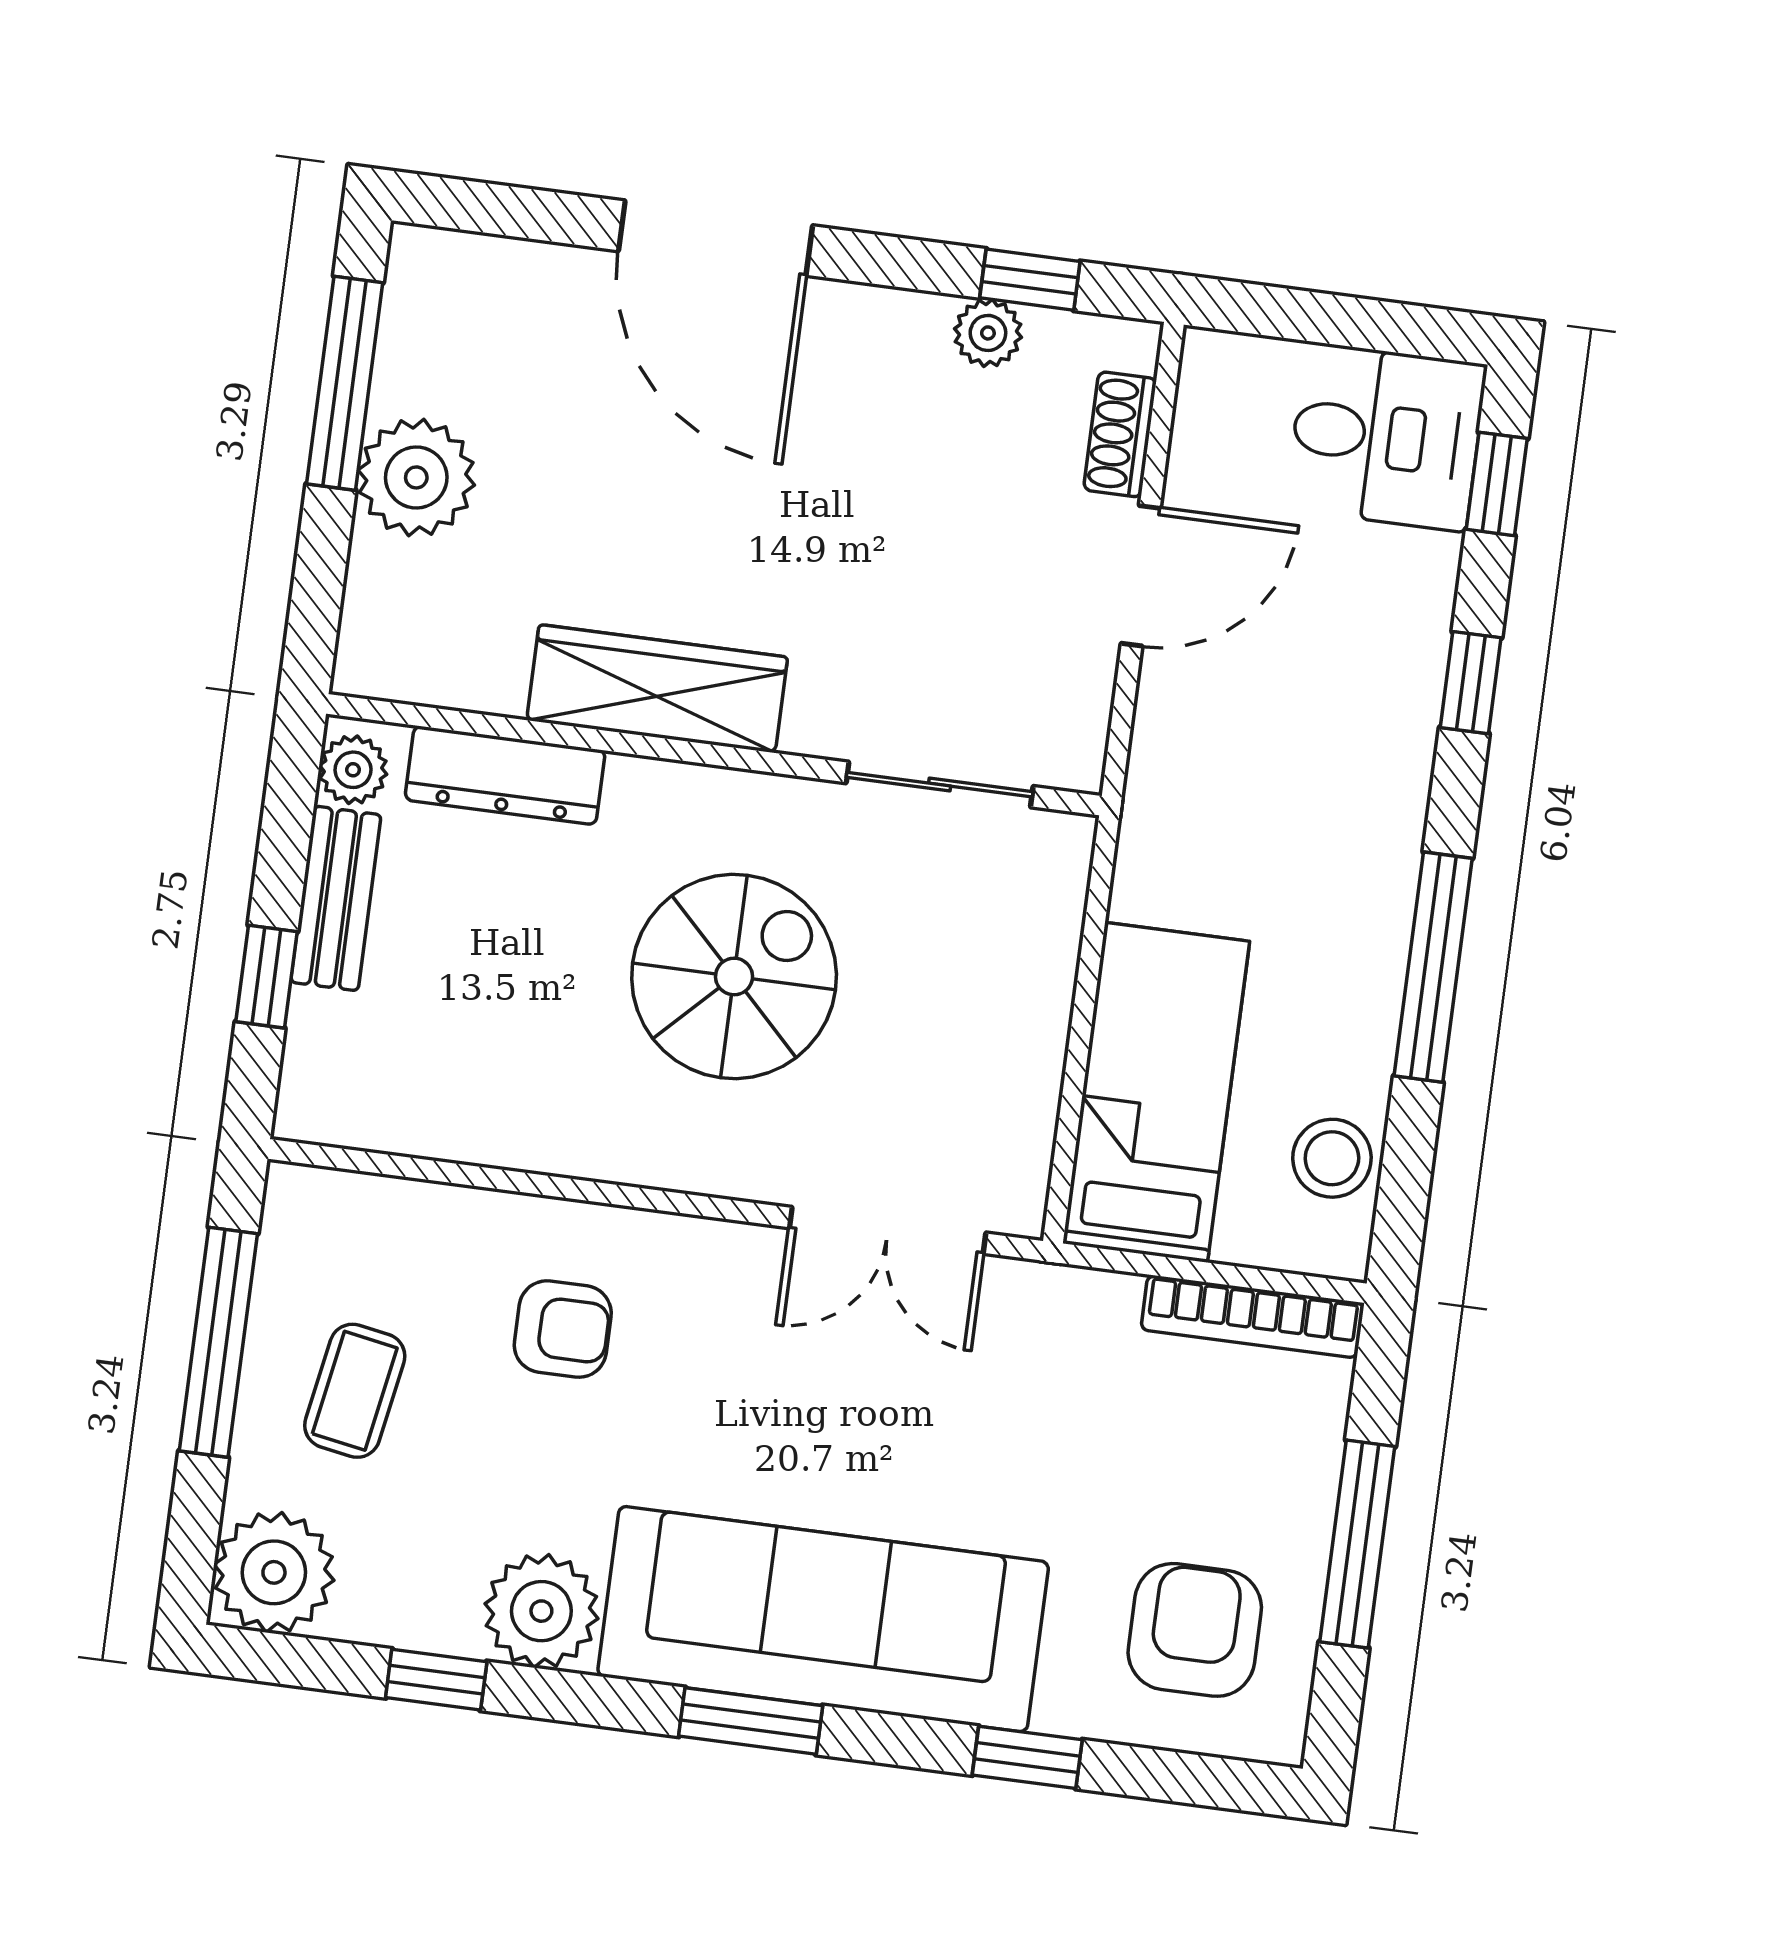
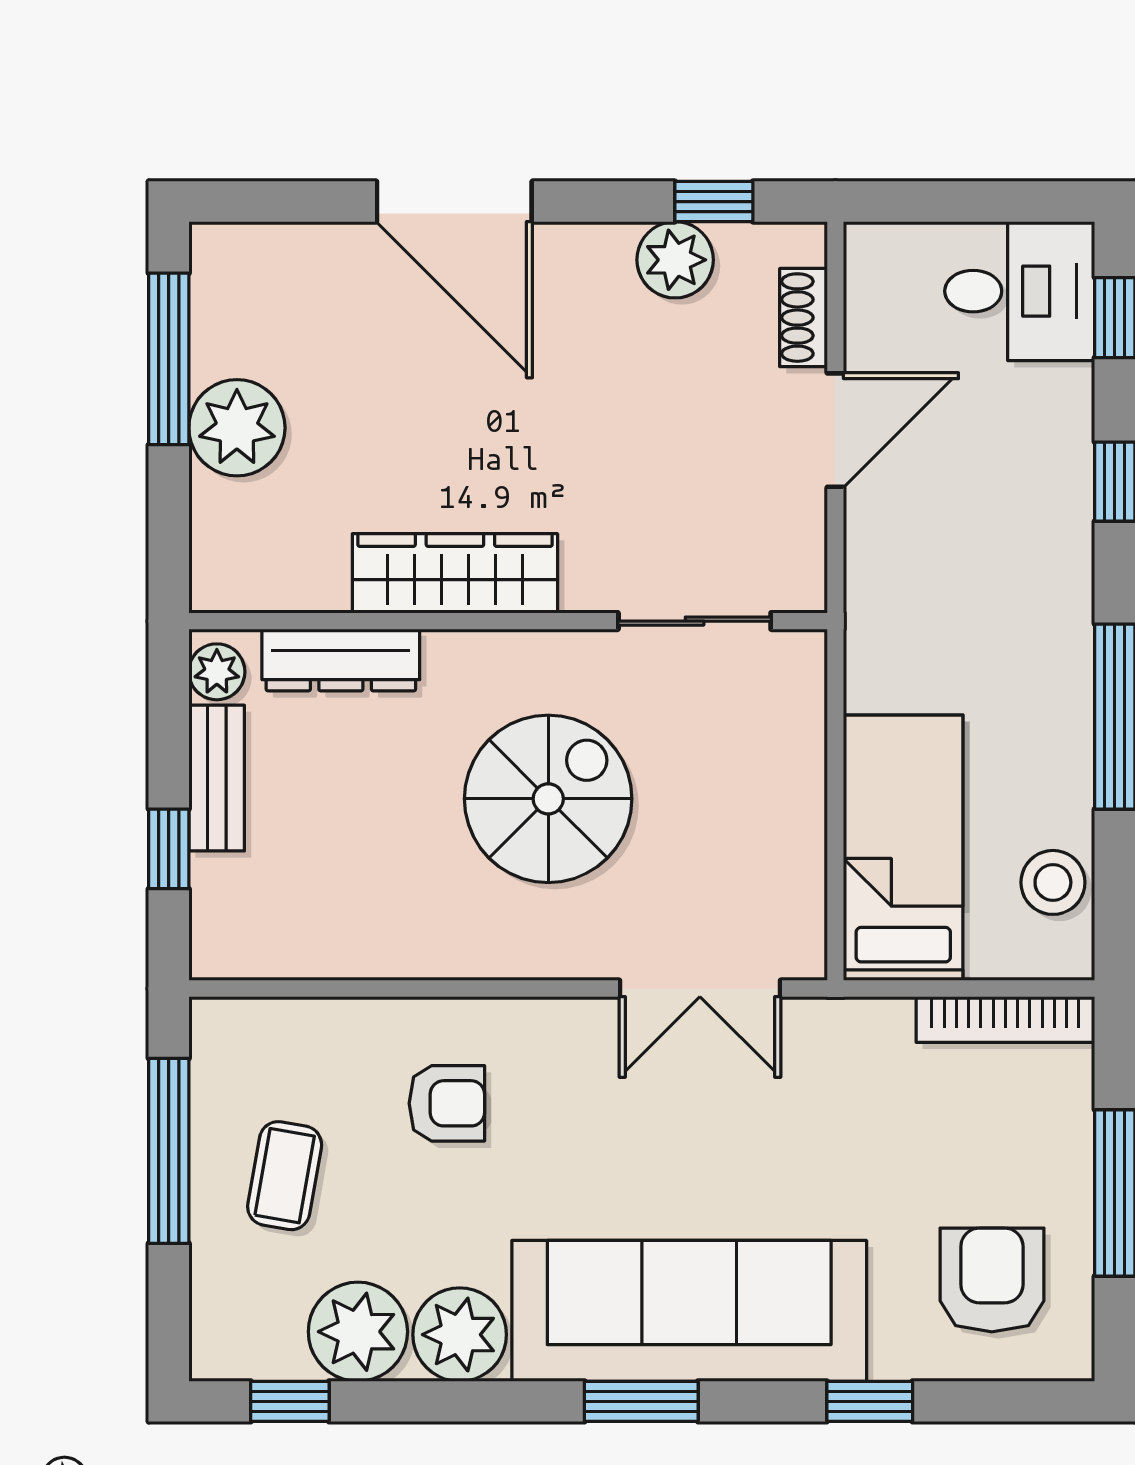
plant: (988, 333) -> (675, 260), width x1.38, depth x1.38
plant: (274, 1572) -> (358, 1332), moved
window: (436, 1680) -> (290, 1401), moved

